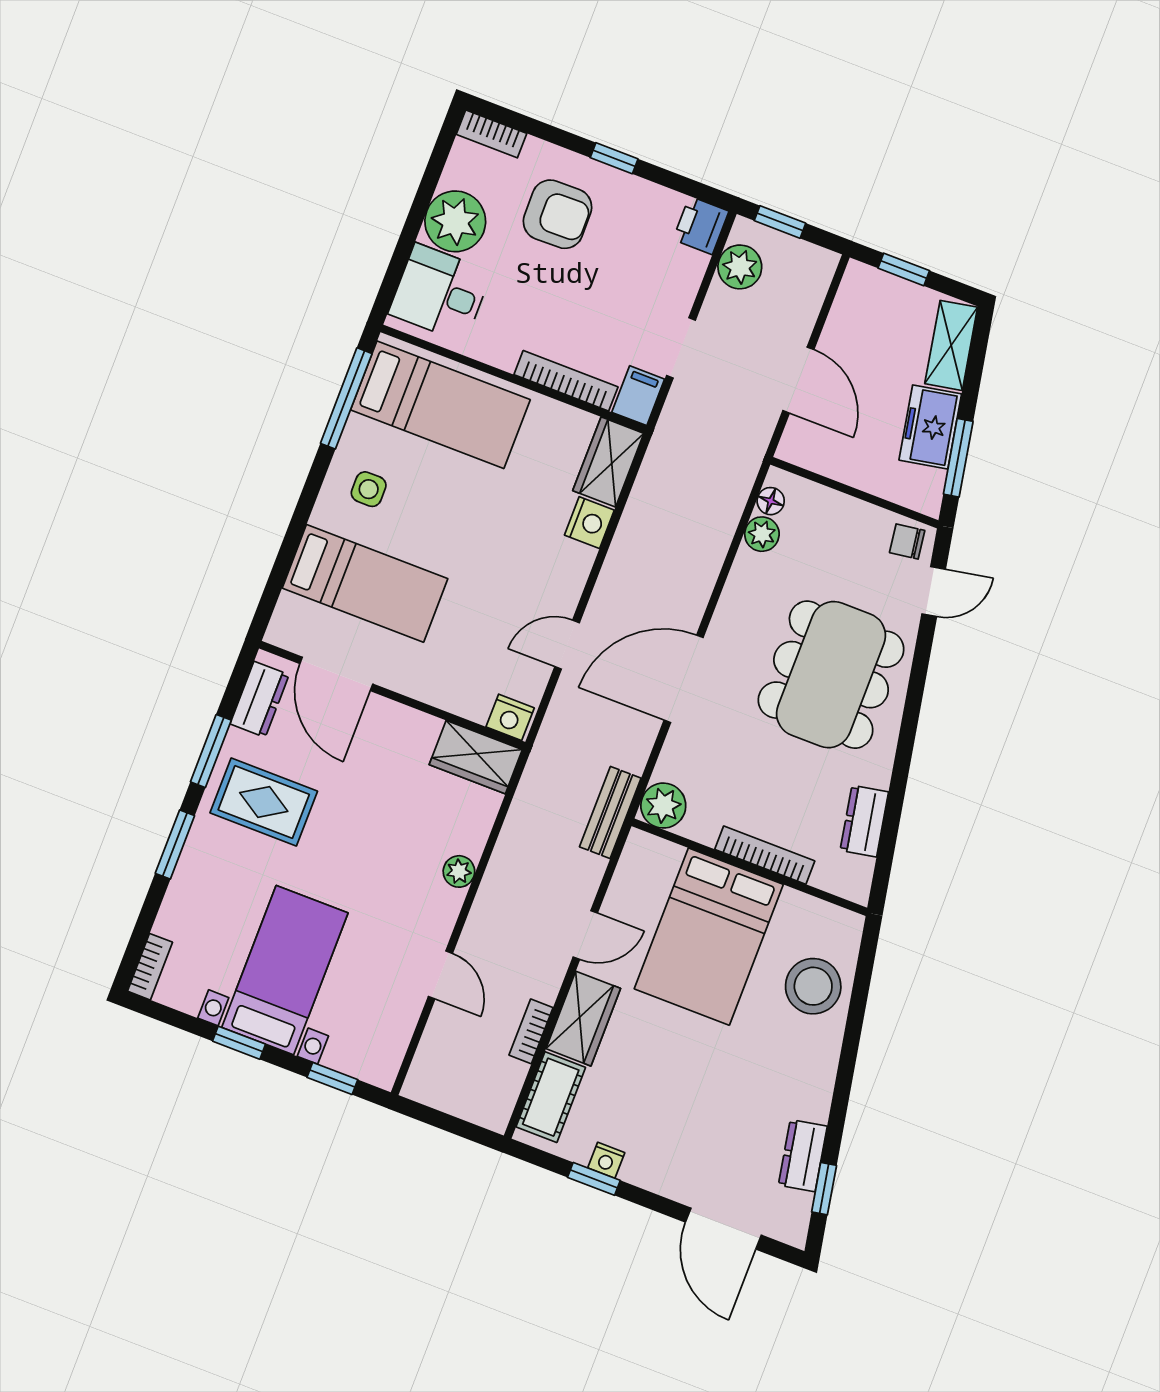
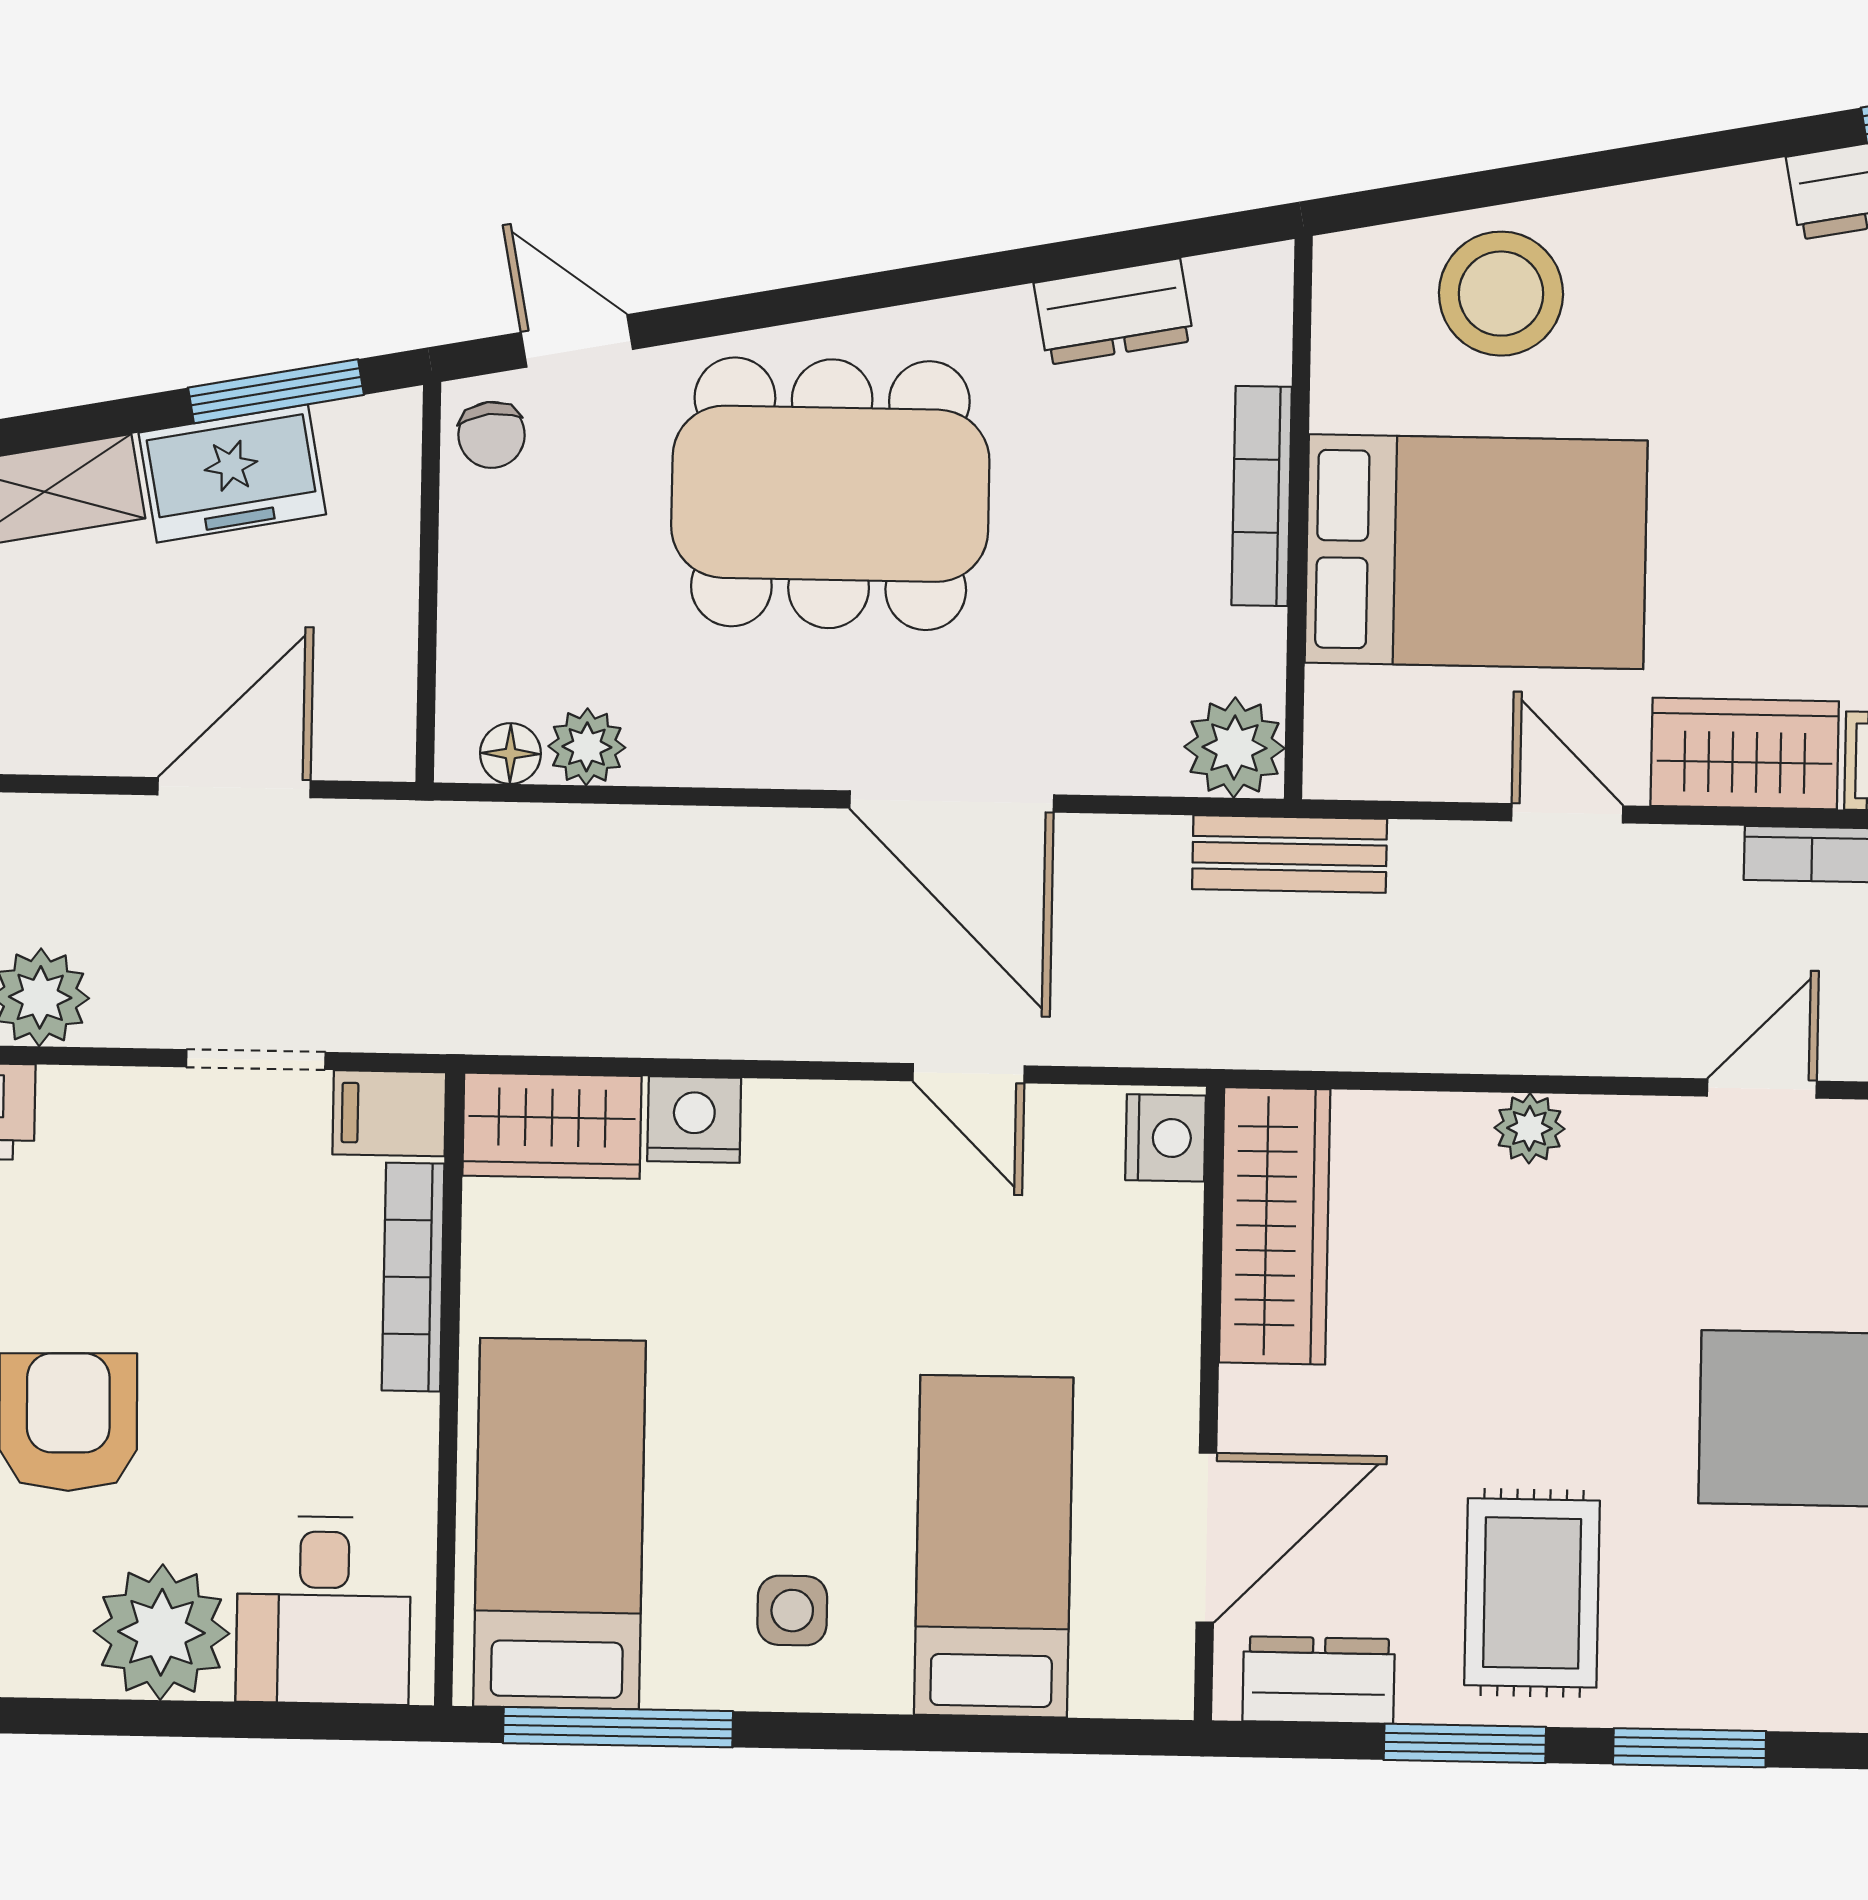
wardrobe: (476, 757) -> (1275, 1226), width x1.50

